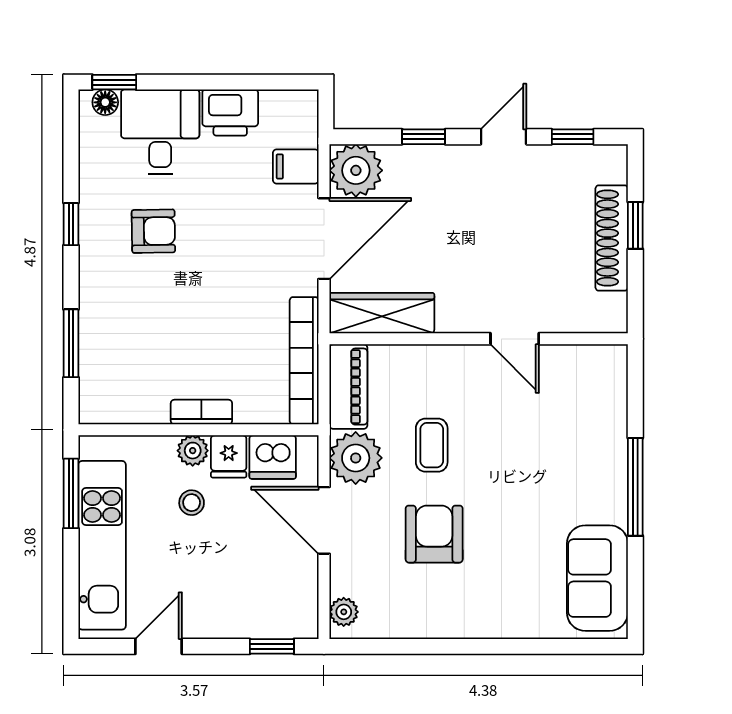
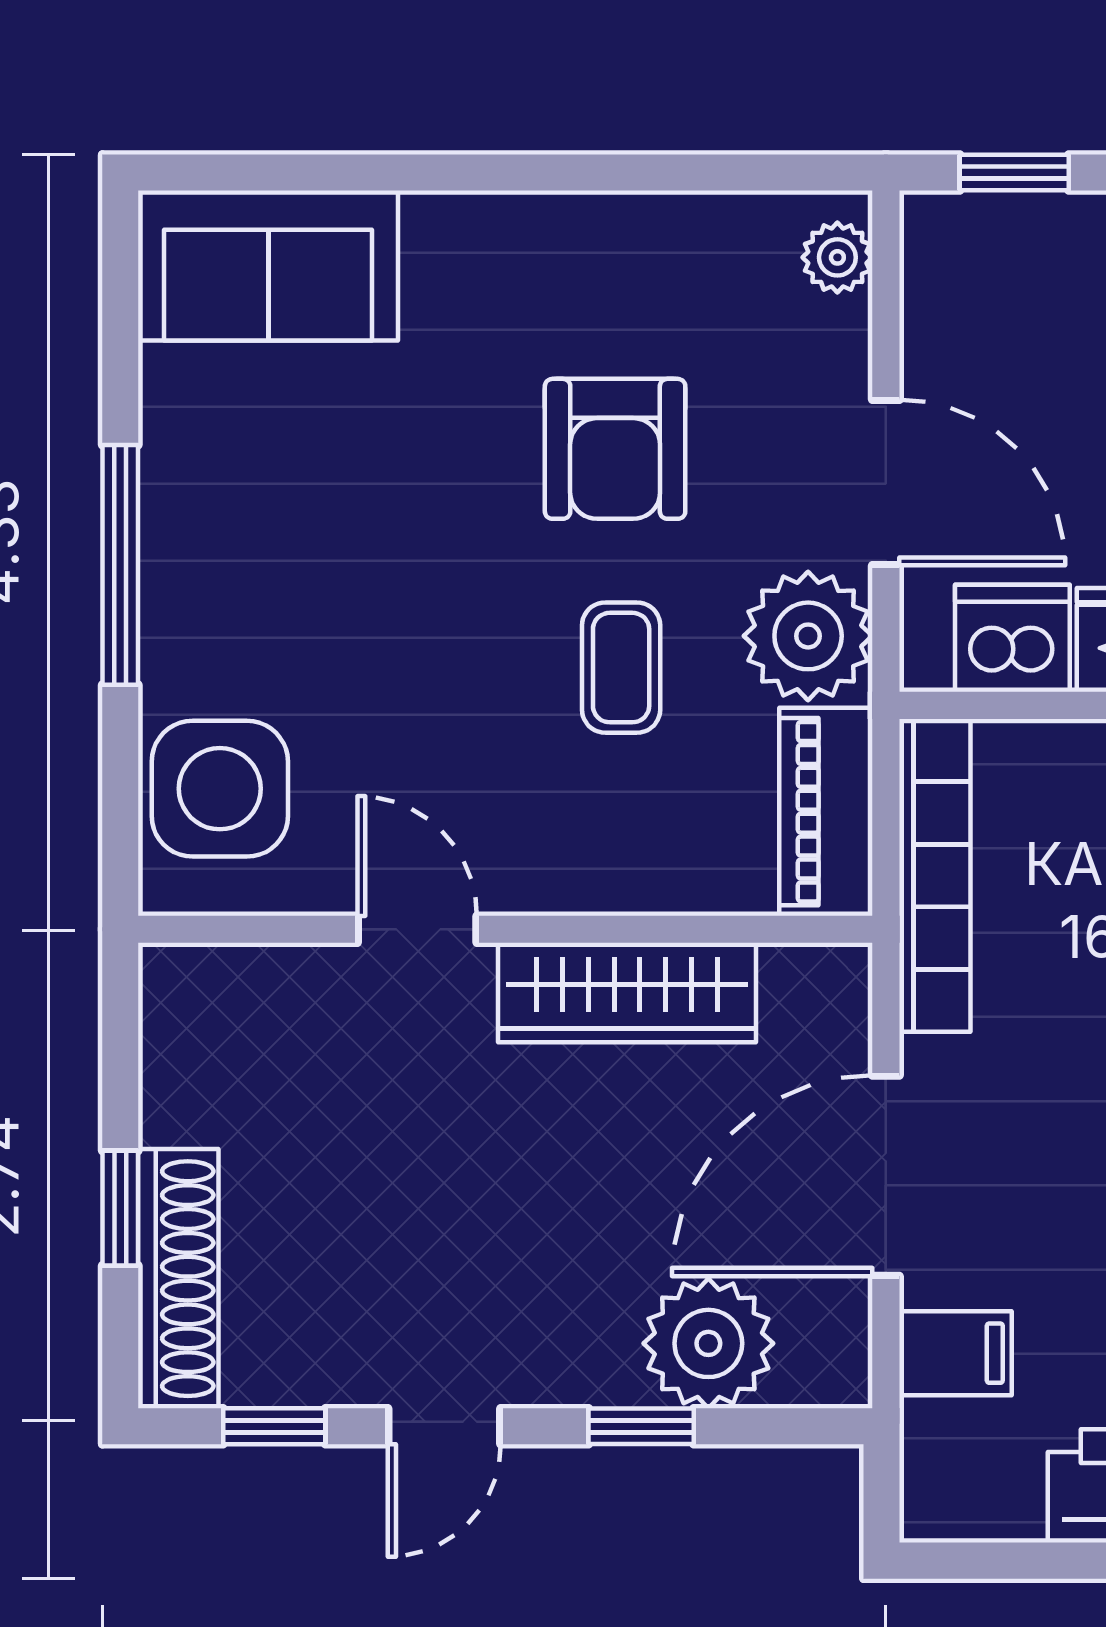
plant: (356, 170) -> (708, 1343), moved
shoe rack: (612, 238) -> (178, 1279), moved
wardrobe: (382, 313) -> (627, 993), moved
side table: (595, 396) -> (220, 789), added
sofa: (597, 578) -> (268, 266), moved, turned 90

